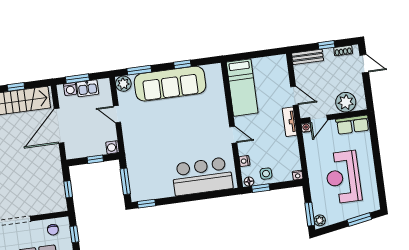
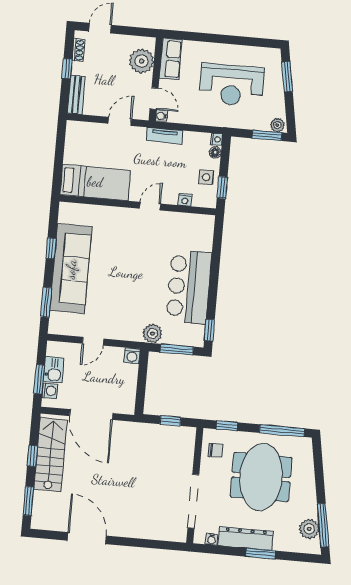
plant: (123, 84) -> (152, 333), moved
tv unit: (290, 122) -> (164, 136), moved
window: (95, 159) -> (142, 380), removed
bar counter: (202, 176) -> (189, 287), moved
floor lamp: (249, 182) -> (215, 152), moved

